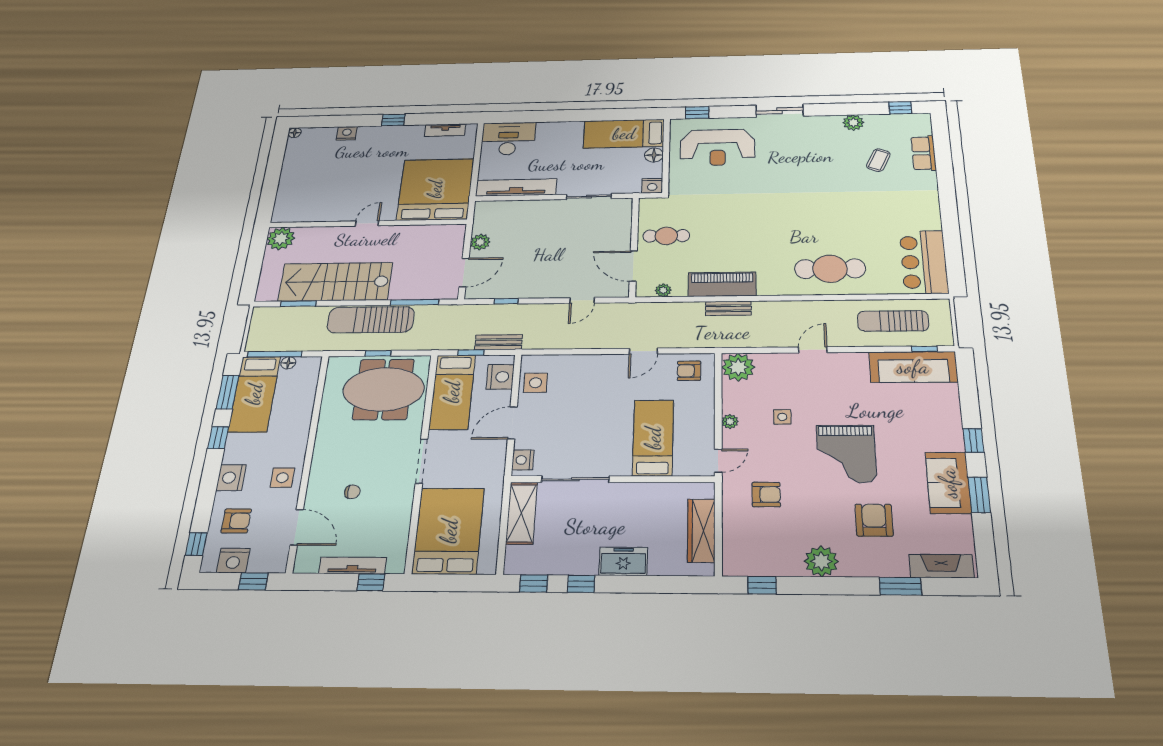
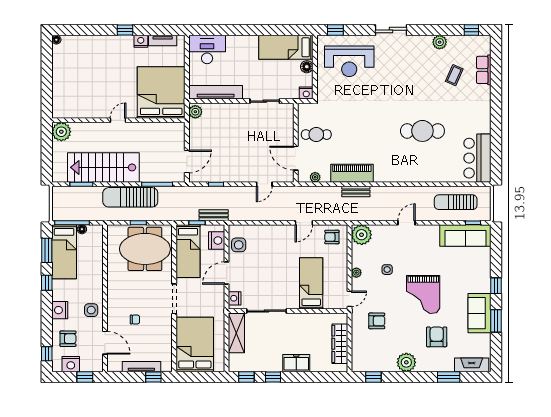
nightstand: (347, 133) -> (141, 41), moved
plant: (480, 242) -> (195, 112), moved
cafe table: (830, 269) -> (422, 131), moved

